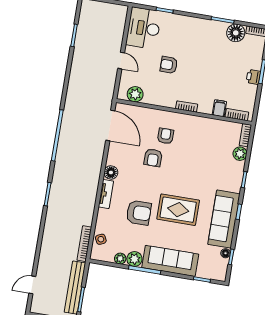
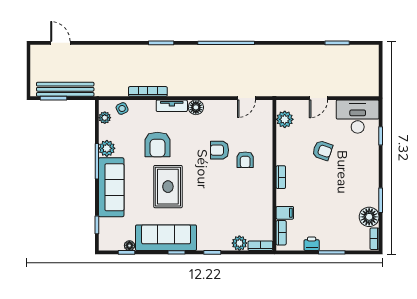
armchair: (169, 65) -> (322, 150), turned 109
printer: (253, 77) -> (312, 244), moved
door: (110, 126) -> (246, 98), width x0.53
armchair: (166, 136) -> (245, 160), turned 90
bookcase: (84, 244) -> (148, 91), moved
plant: (120, 259) -> (105, 118), moved

